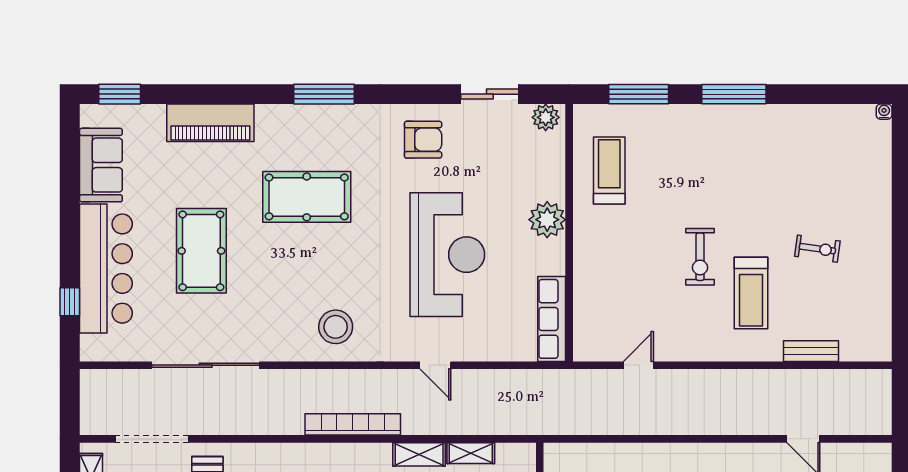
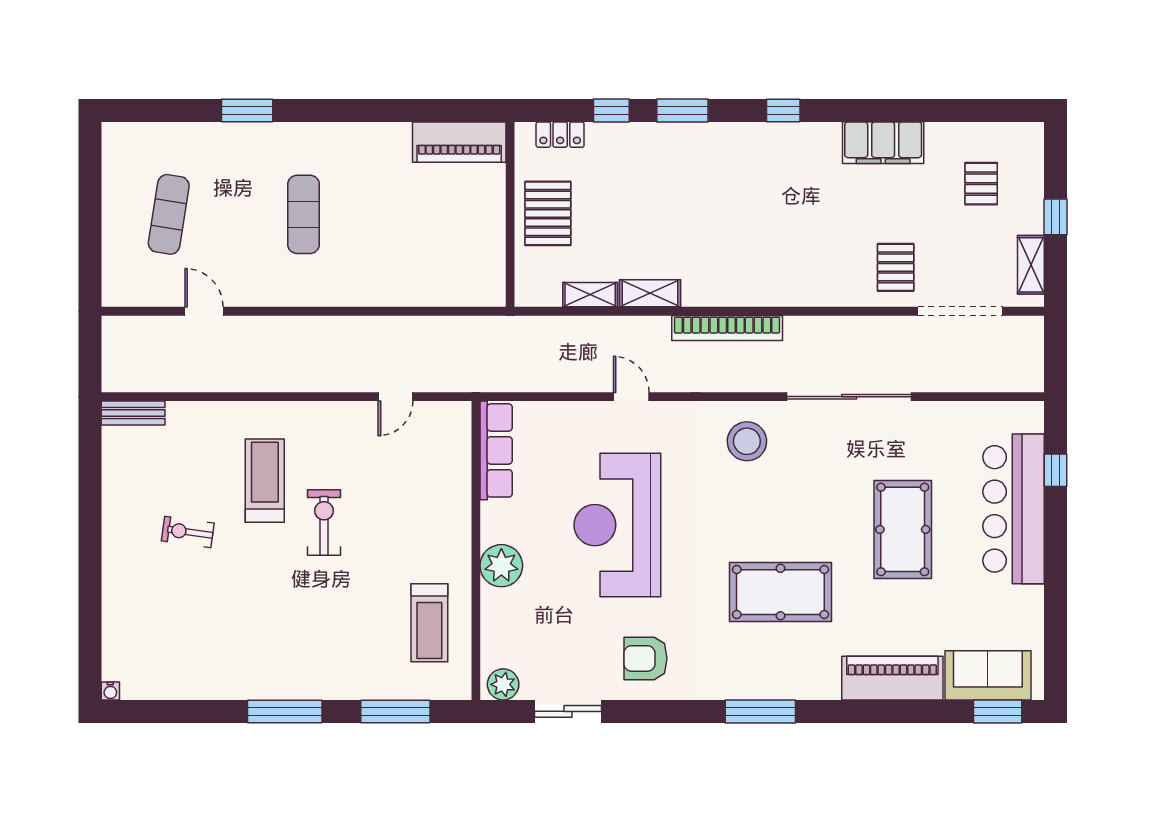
sofa: (101, 165) -> (988, 675), moved, turned 90
bench: (811, 351) -> (133, 413), moved
sliding door: (206, 365) -> (849, 397), moved

